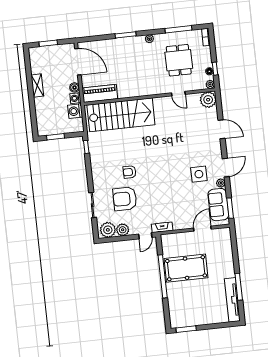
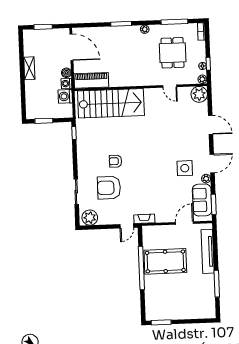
plant: (123, 230) -> (105, 219), removed
tv unit: (232, 300) -> (208, 251), moved

